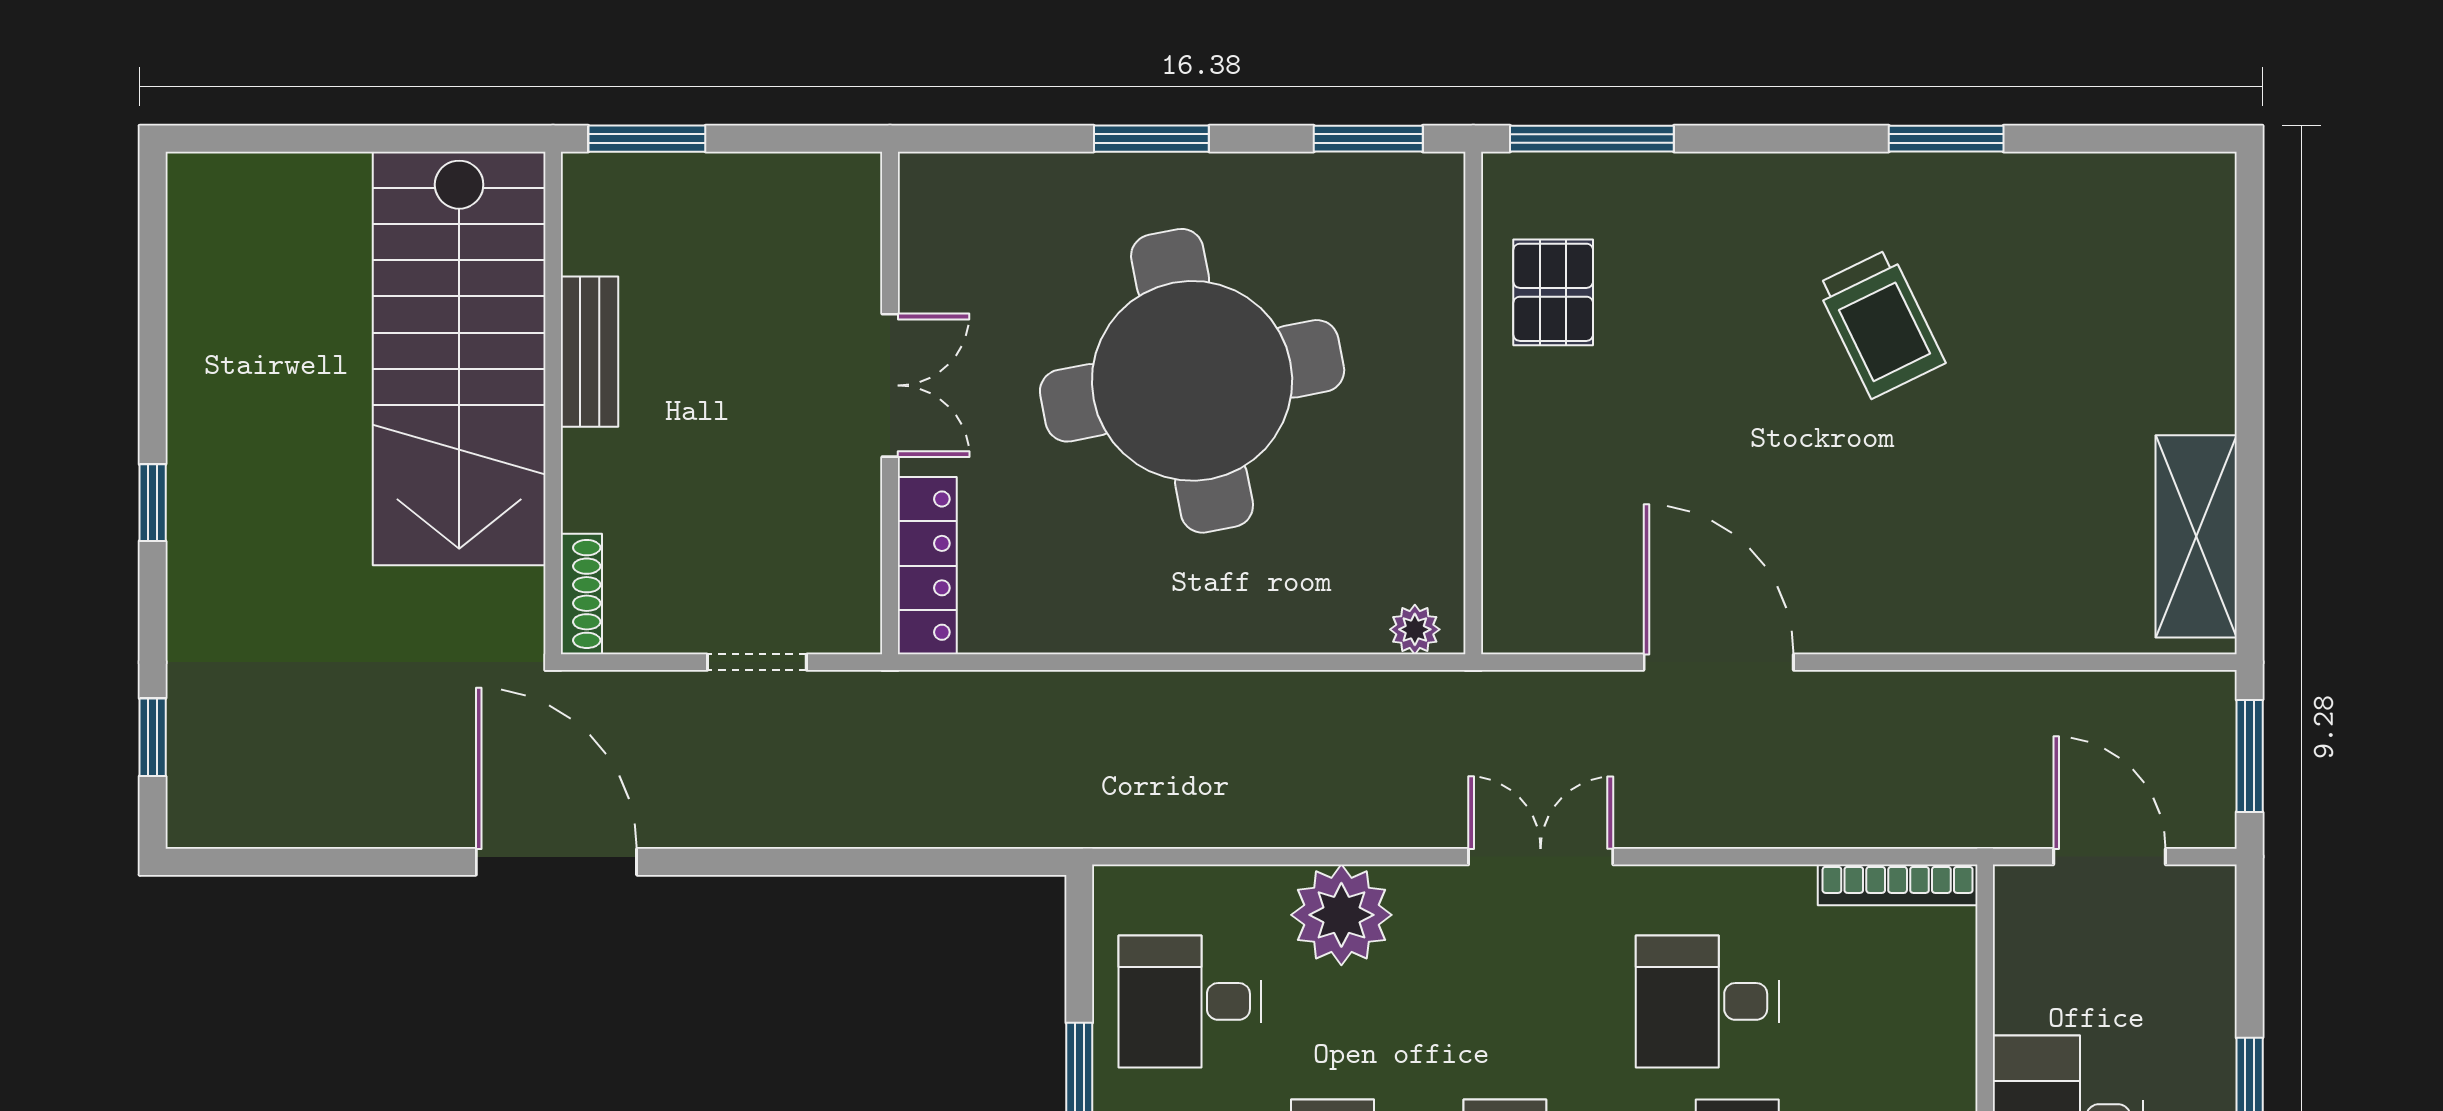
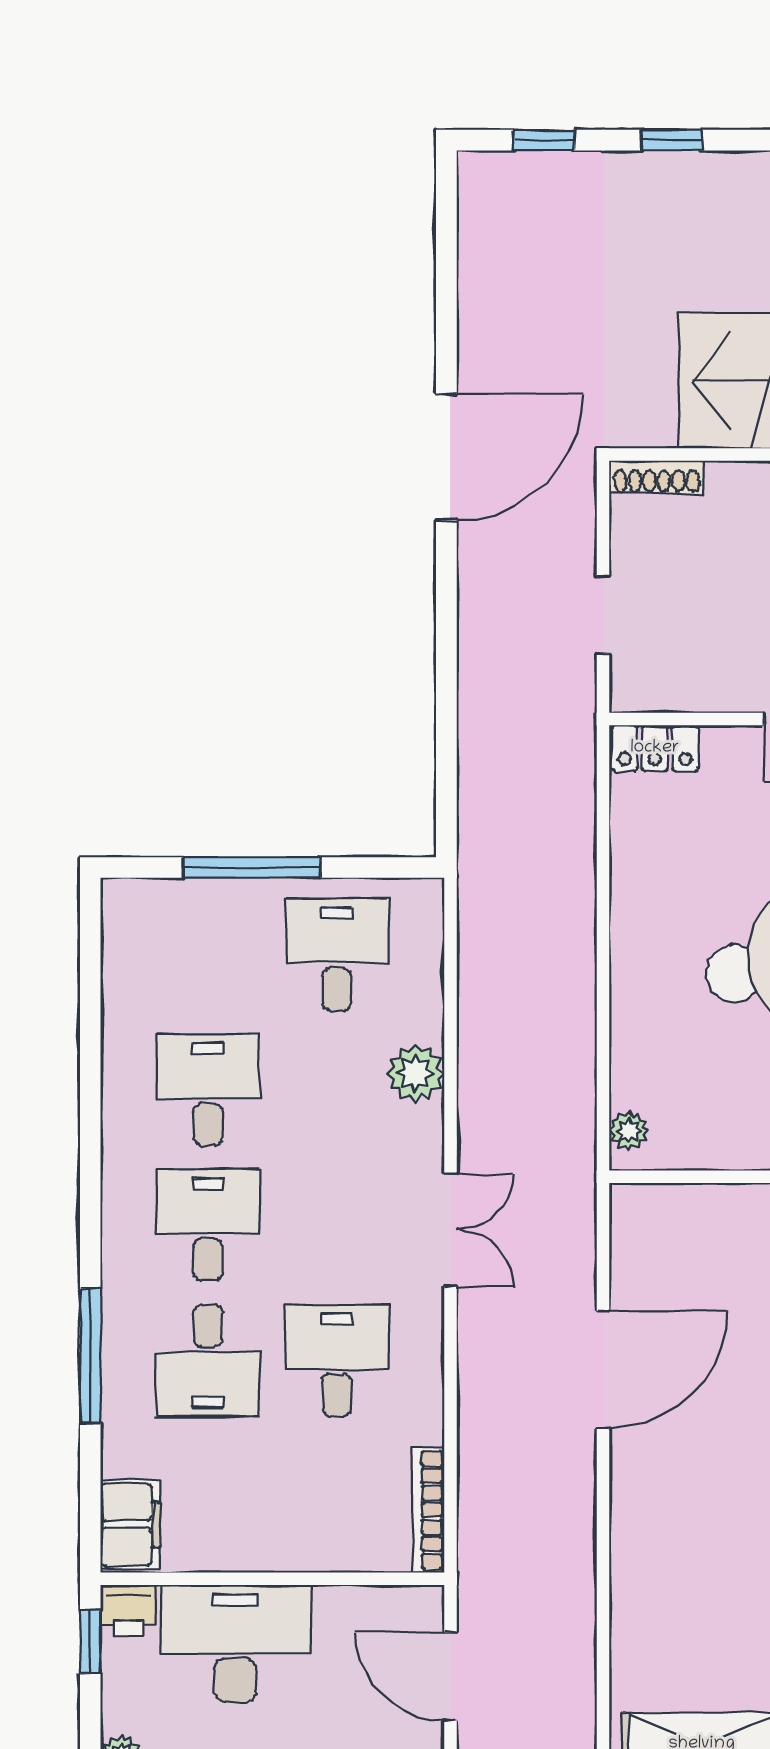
window: (153, 503) -> (672, 140), moved
locker: (927, 566) -> (655, 748), width x0.66
door: (2110, 857) -> (450, 1676), swing flipped
plant: (1341, 915) -> (415, 1073), width x0.73, depth x0.73

